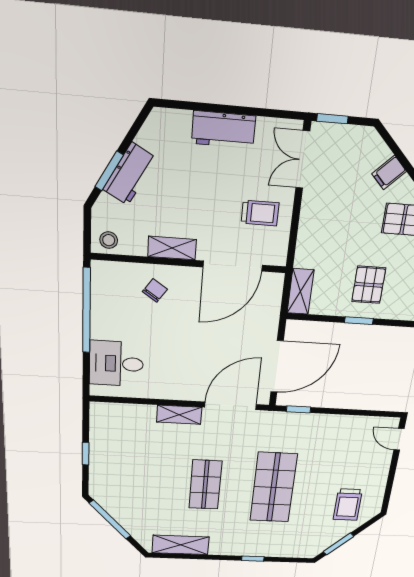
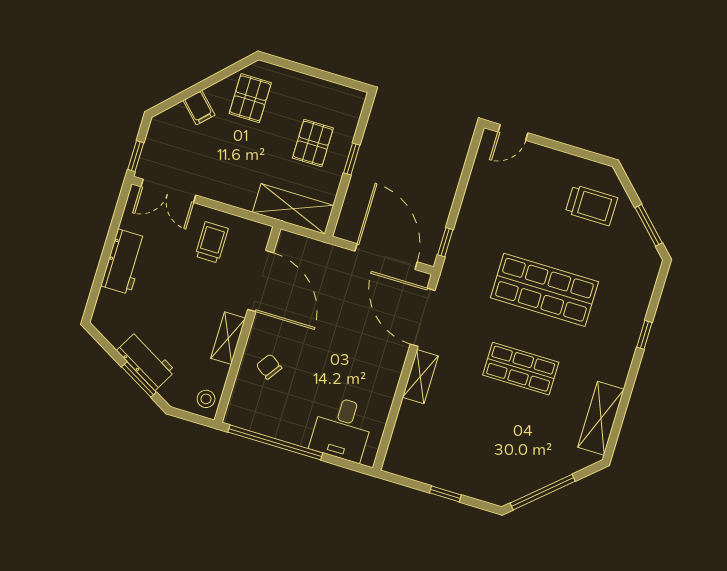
pallet: (369, 285) -> (313, 143), turned 90
shelving: (300, 291) -> (293, 209), width x1.50, depth x1.33

